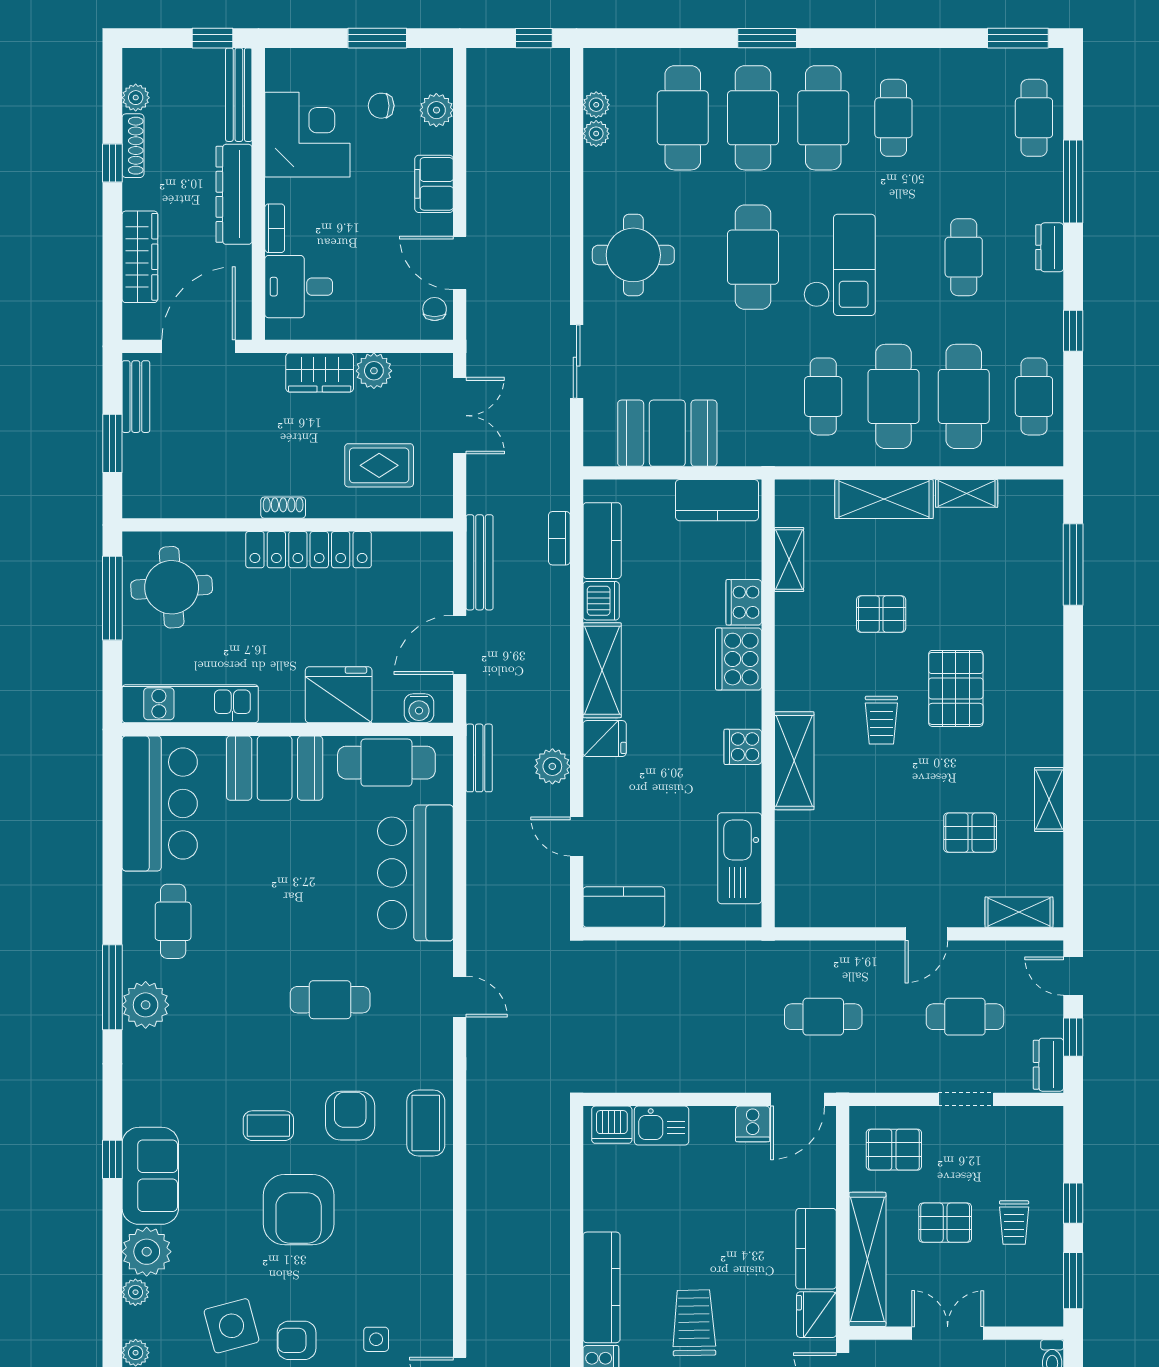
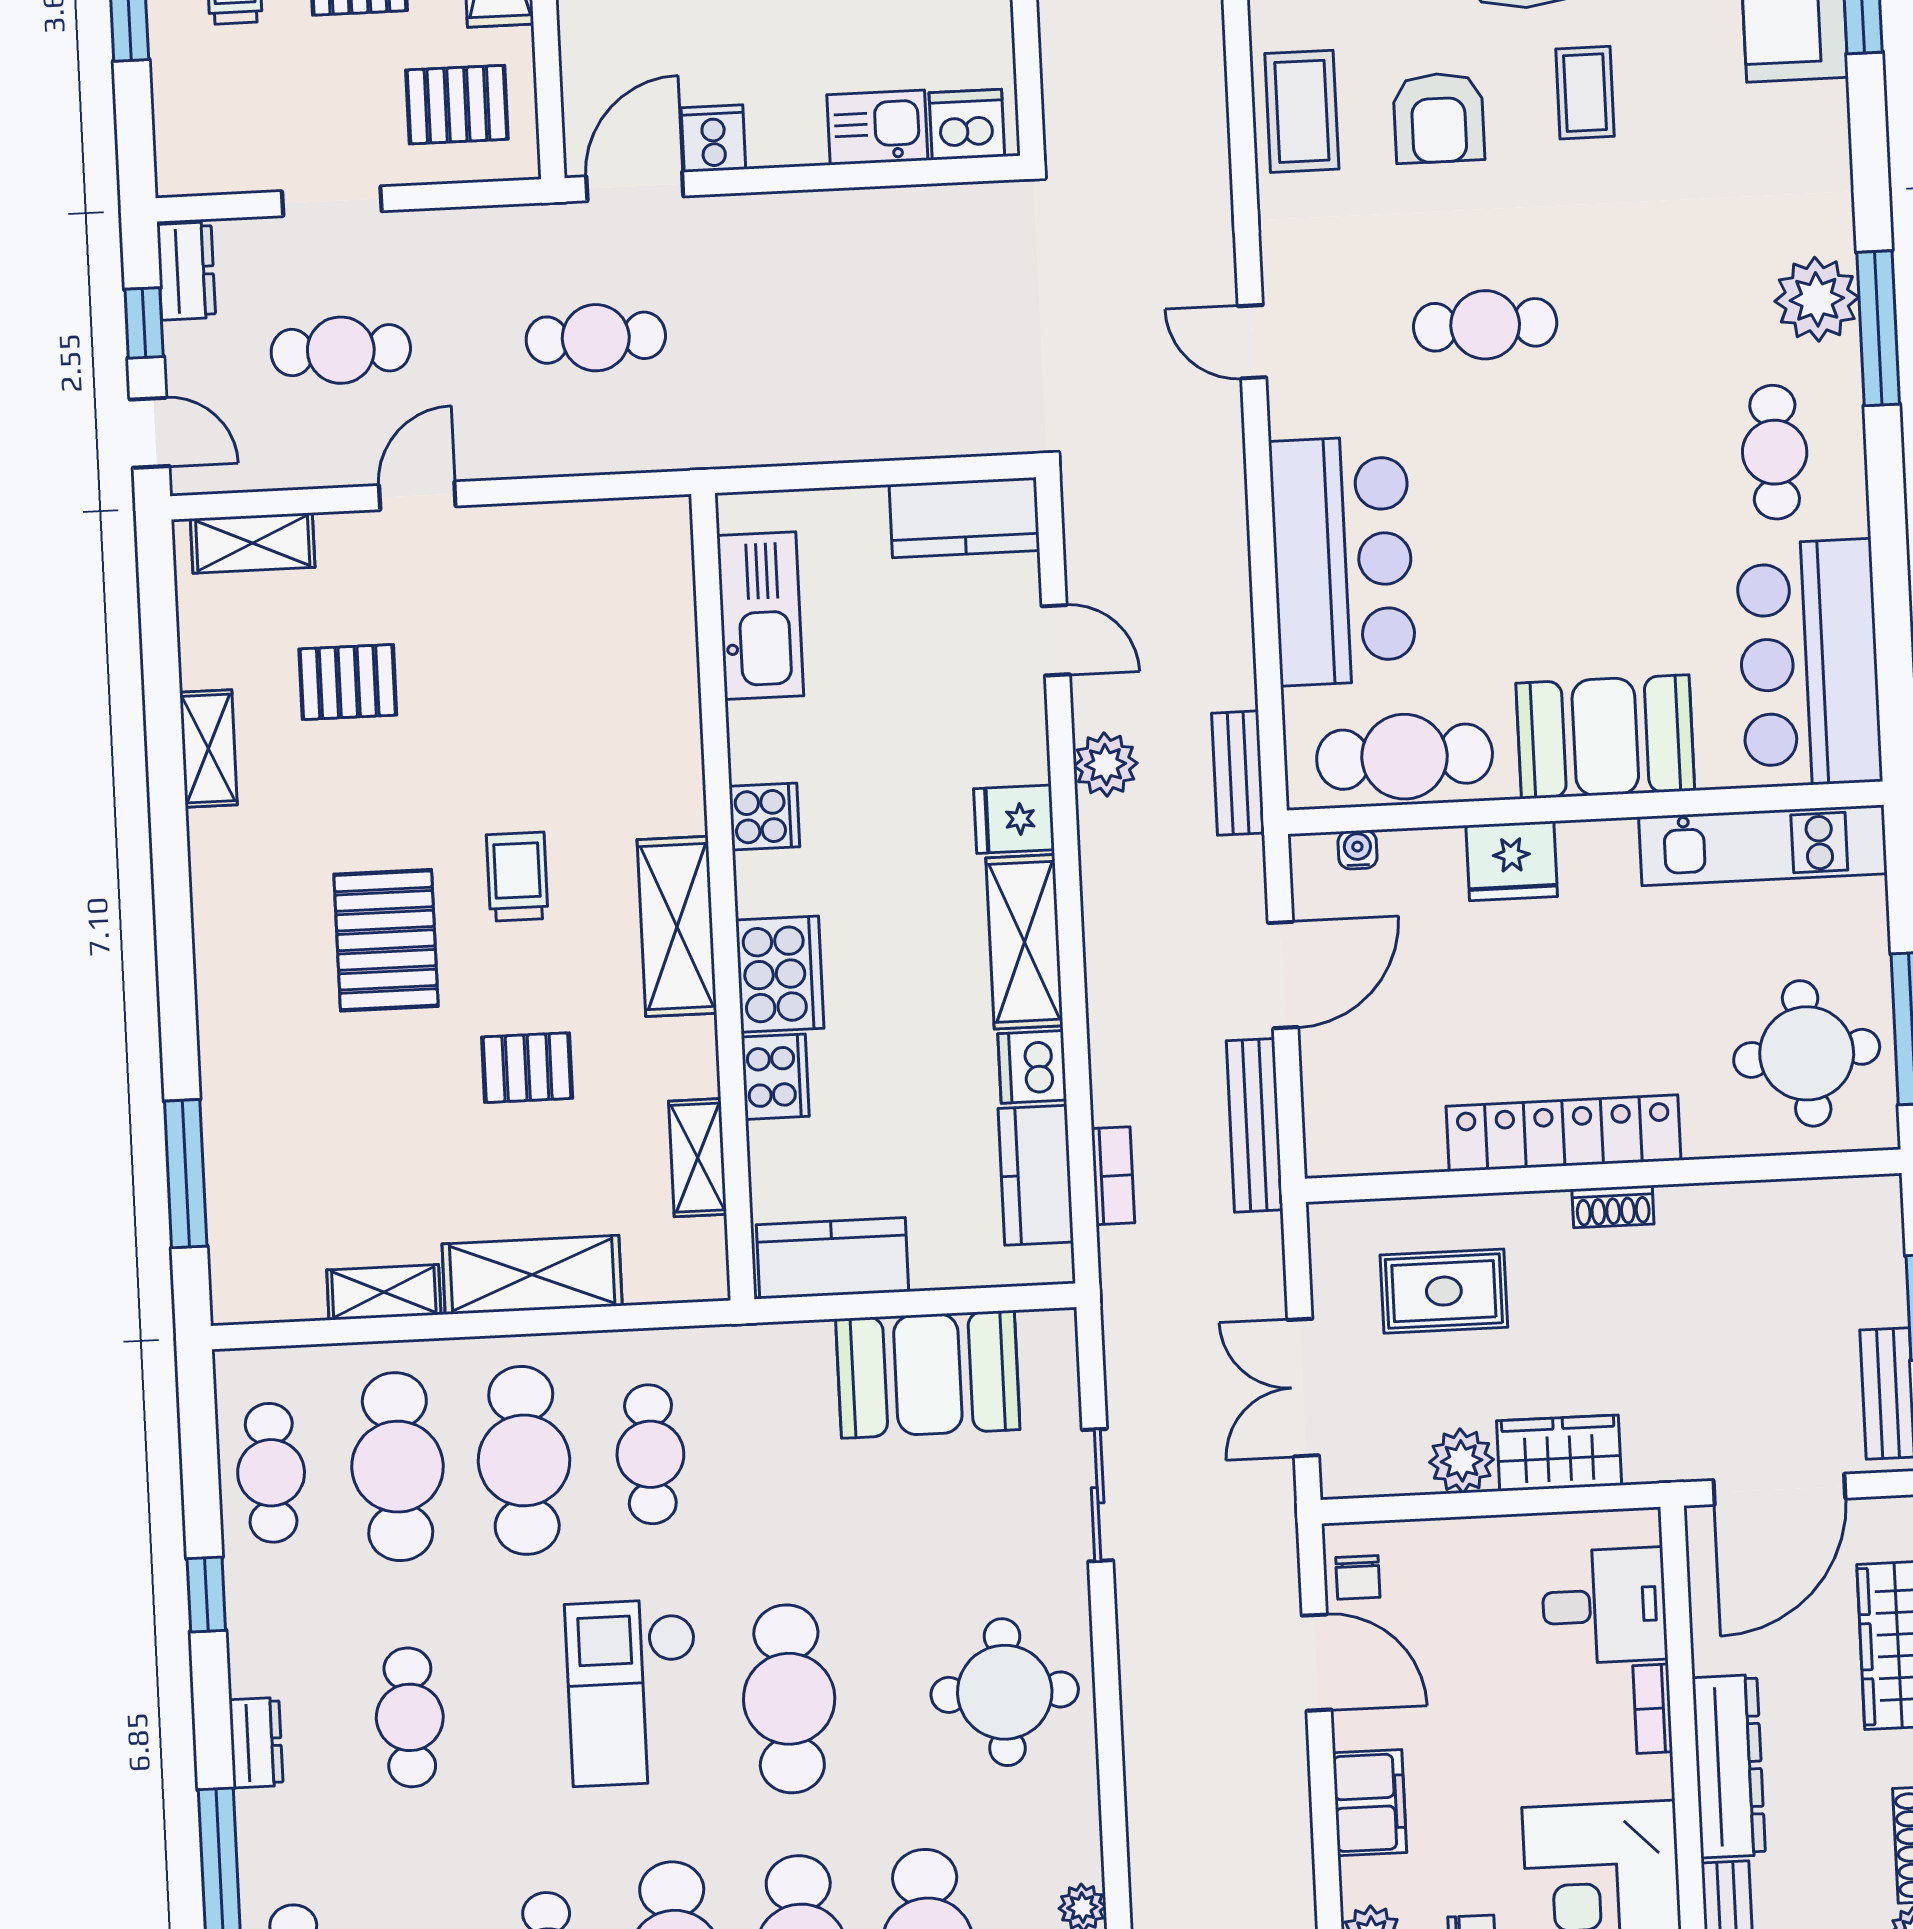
fridge: (339, 695) -> (1512, 861), width x0.73, depth x0.75
water cooler: (419, 708) -> (1358, 850), width x0.72, depth x0.72
shelving: (794, 761) -> (677, 926), moved
coffee table: (268, 1126) -> (1585, 93), turned 90

